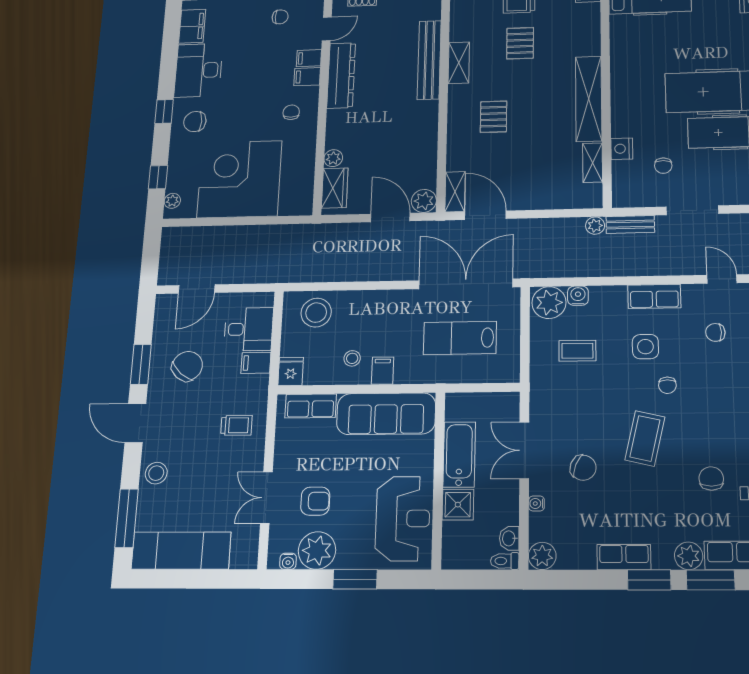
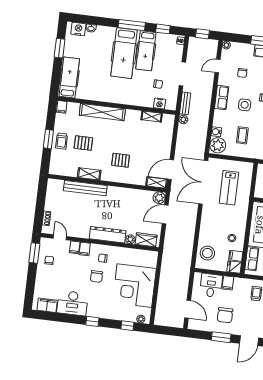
dresser: (341, 75) -> (108, 235), moved
shelving: (589, 99) -> (102, 112), moved
chair: (195, 122) -> (96, 276), moved
nightstand: (622, 149) -> (160, 104), moved
chair: (187, 366) -> (225, 315), turned -131
filing cabinet: (382, 371) -> (236, 256), moved

